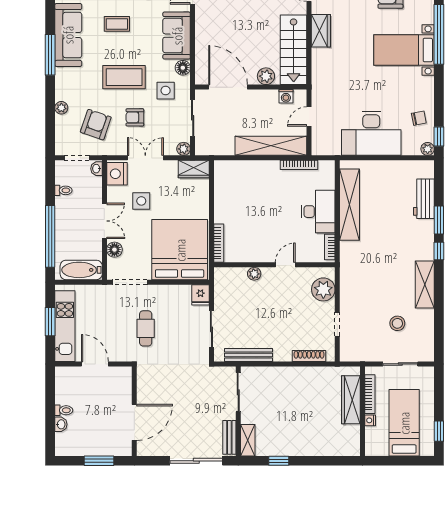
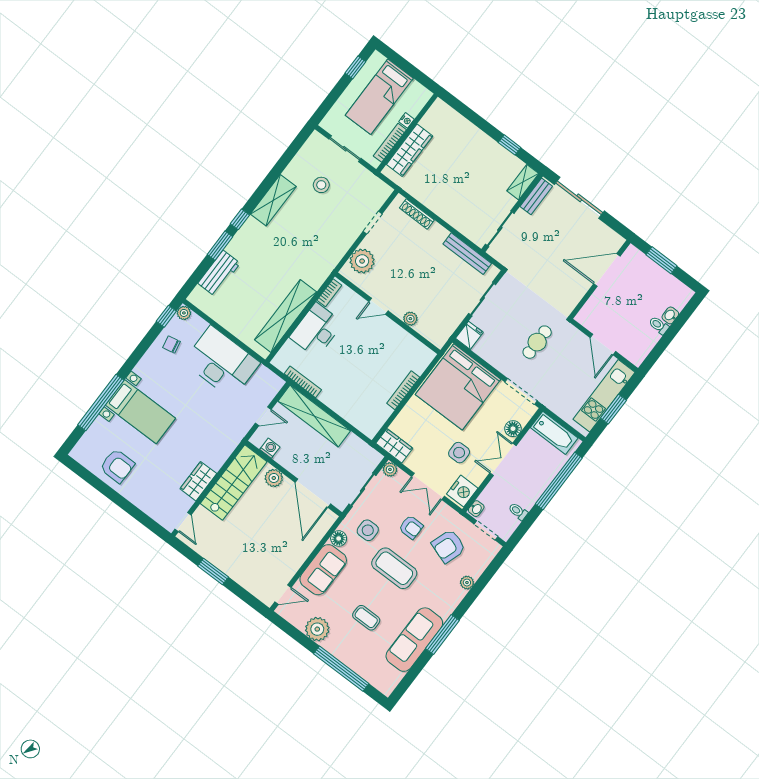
bookcase: (219, 243) -> (403, 390), moved

